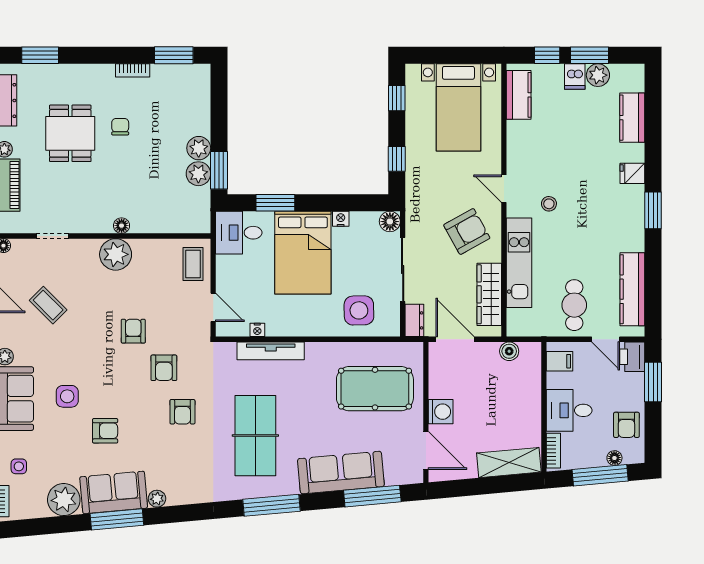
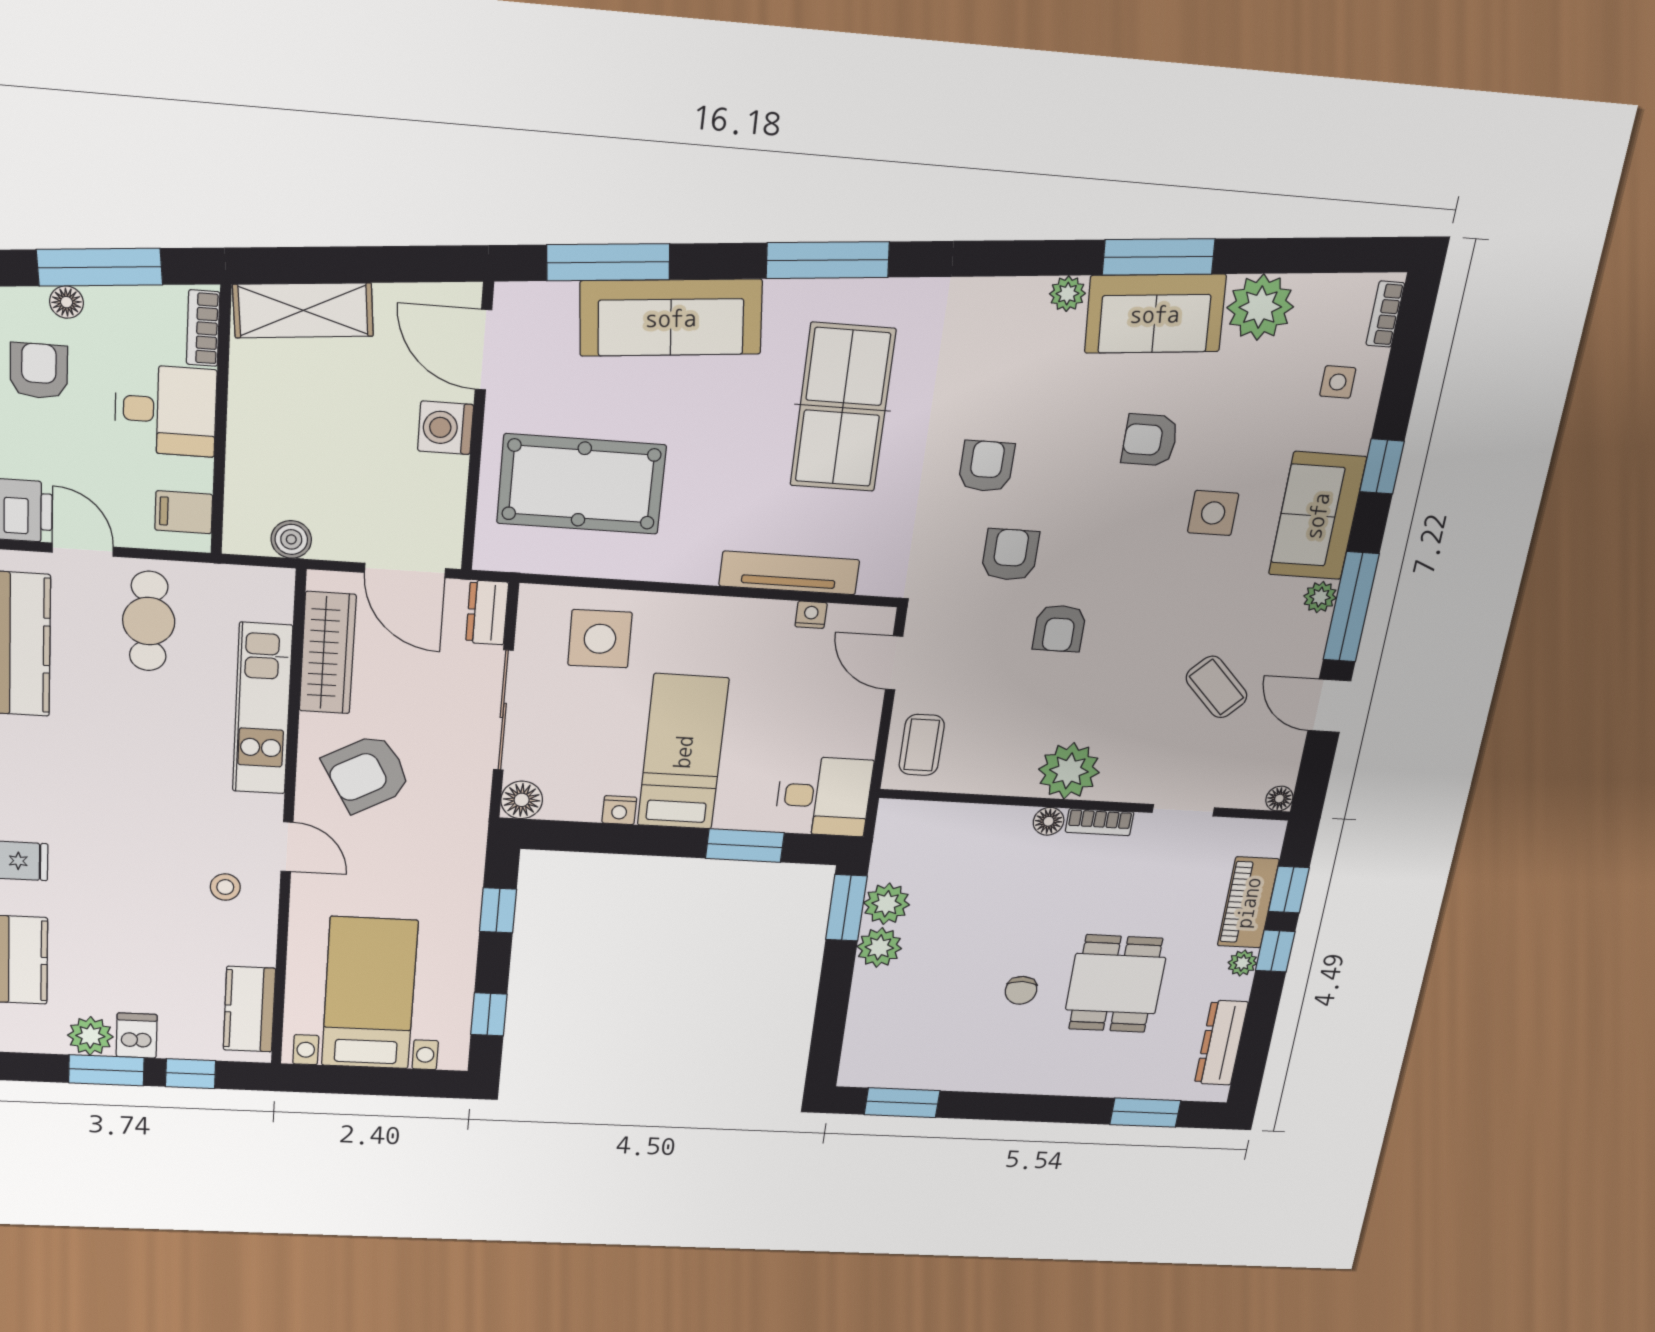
bookcase: (133, 70) -> (1100, 822), moved, turned 180
stool: (549, 204) -> (225, 887), moved
bed: (303, 253) -> (683, 752), width x0.67

